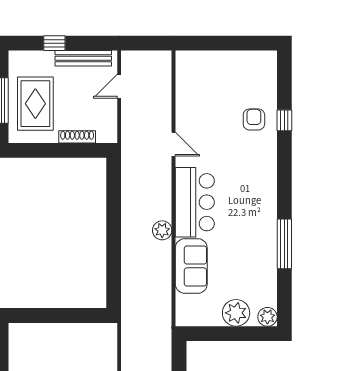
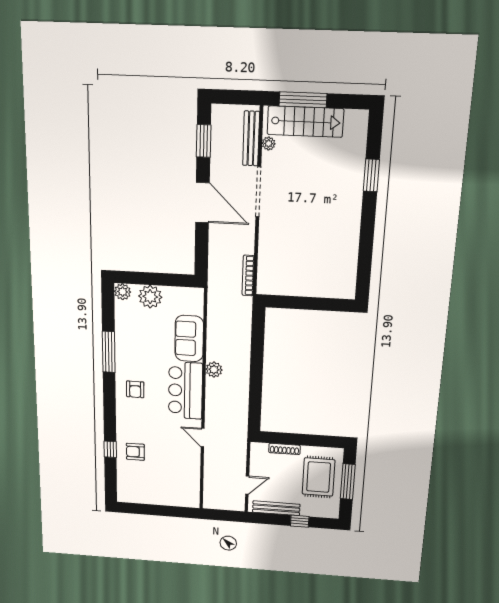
armchair: (254, 119) -> (135, 452), turned 90
armchair: (254, 200) -> (135, 389), added
bookcase: (127, 343) -> (248, 276), added

